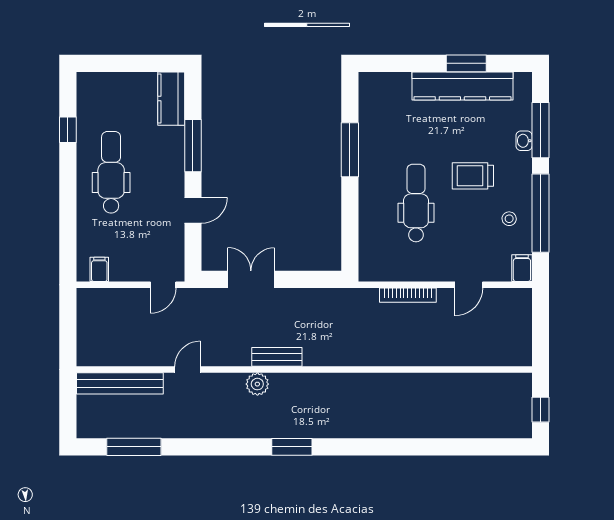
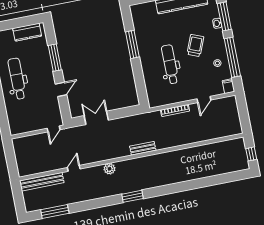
kitchen counter: (171, 99) -> (27, 32), moved, turned -90
trolley: (473, 176) -> (195, 45), turned 112
filing cabinet: (99, 269) -> (21, 128), removed
bench: (277, 357) -> (143, 148), moved

